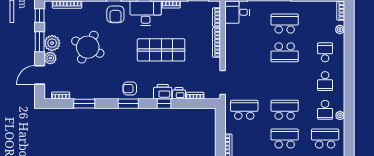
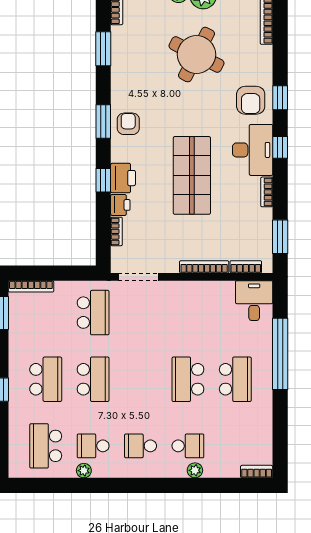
armchair: (115, 14) -> (251, 100), turned -90
plant: (340, 29) -> (195, 470), moved
school desk: (325, 139) -> (46, 446), turned 180

